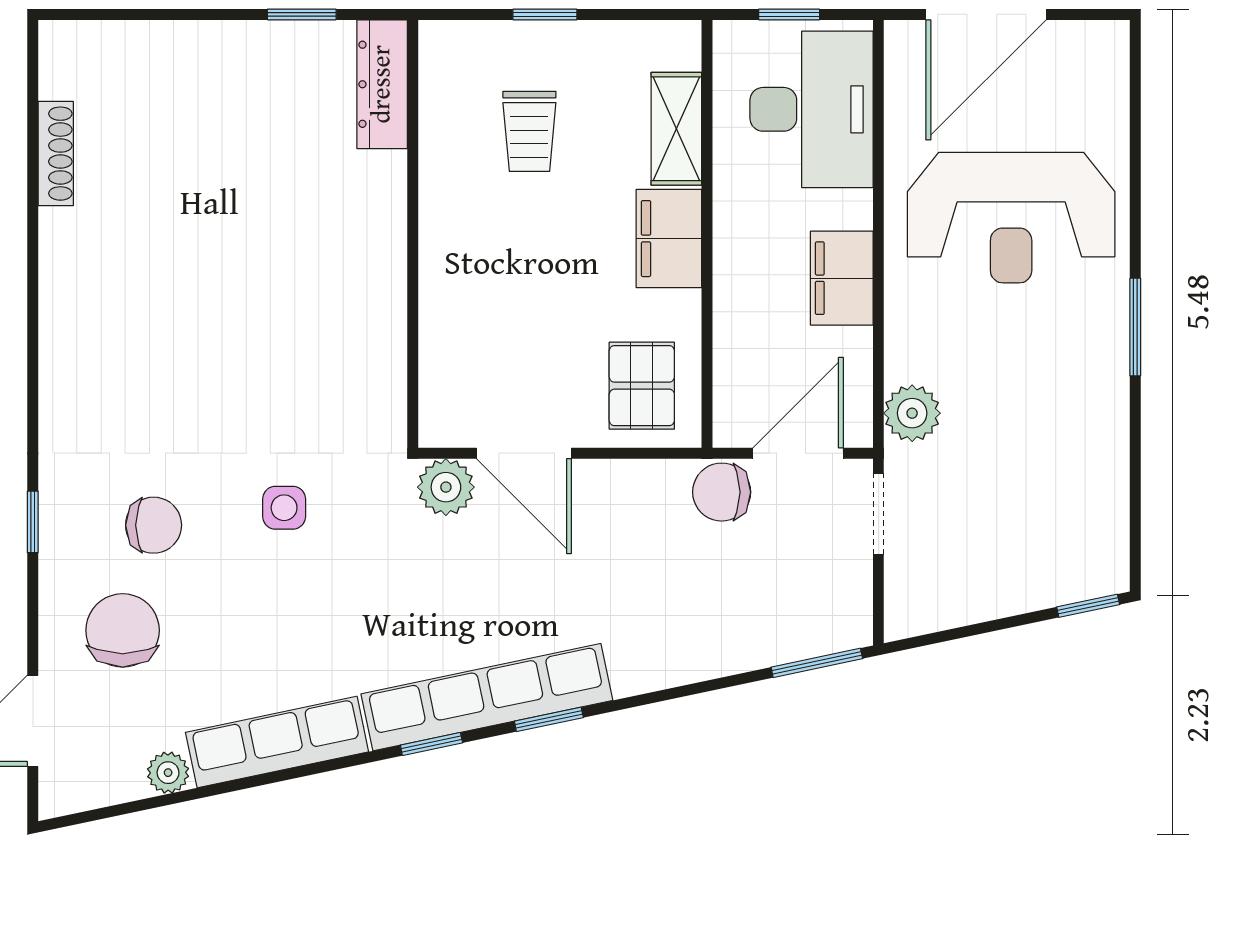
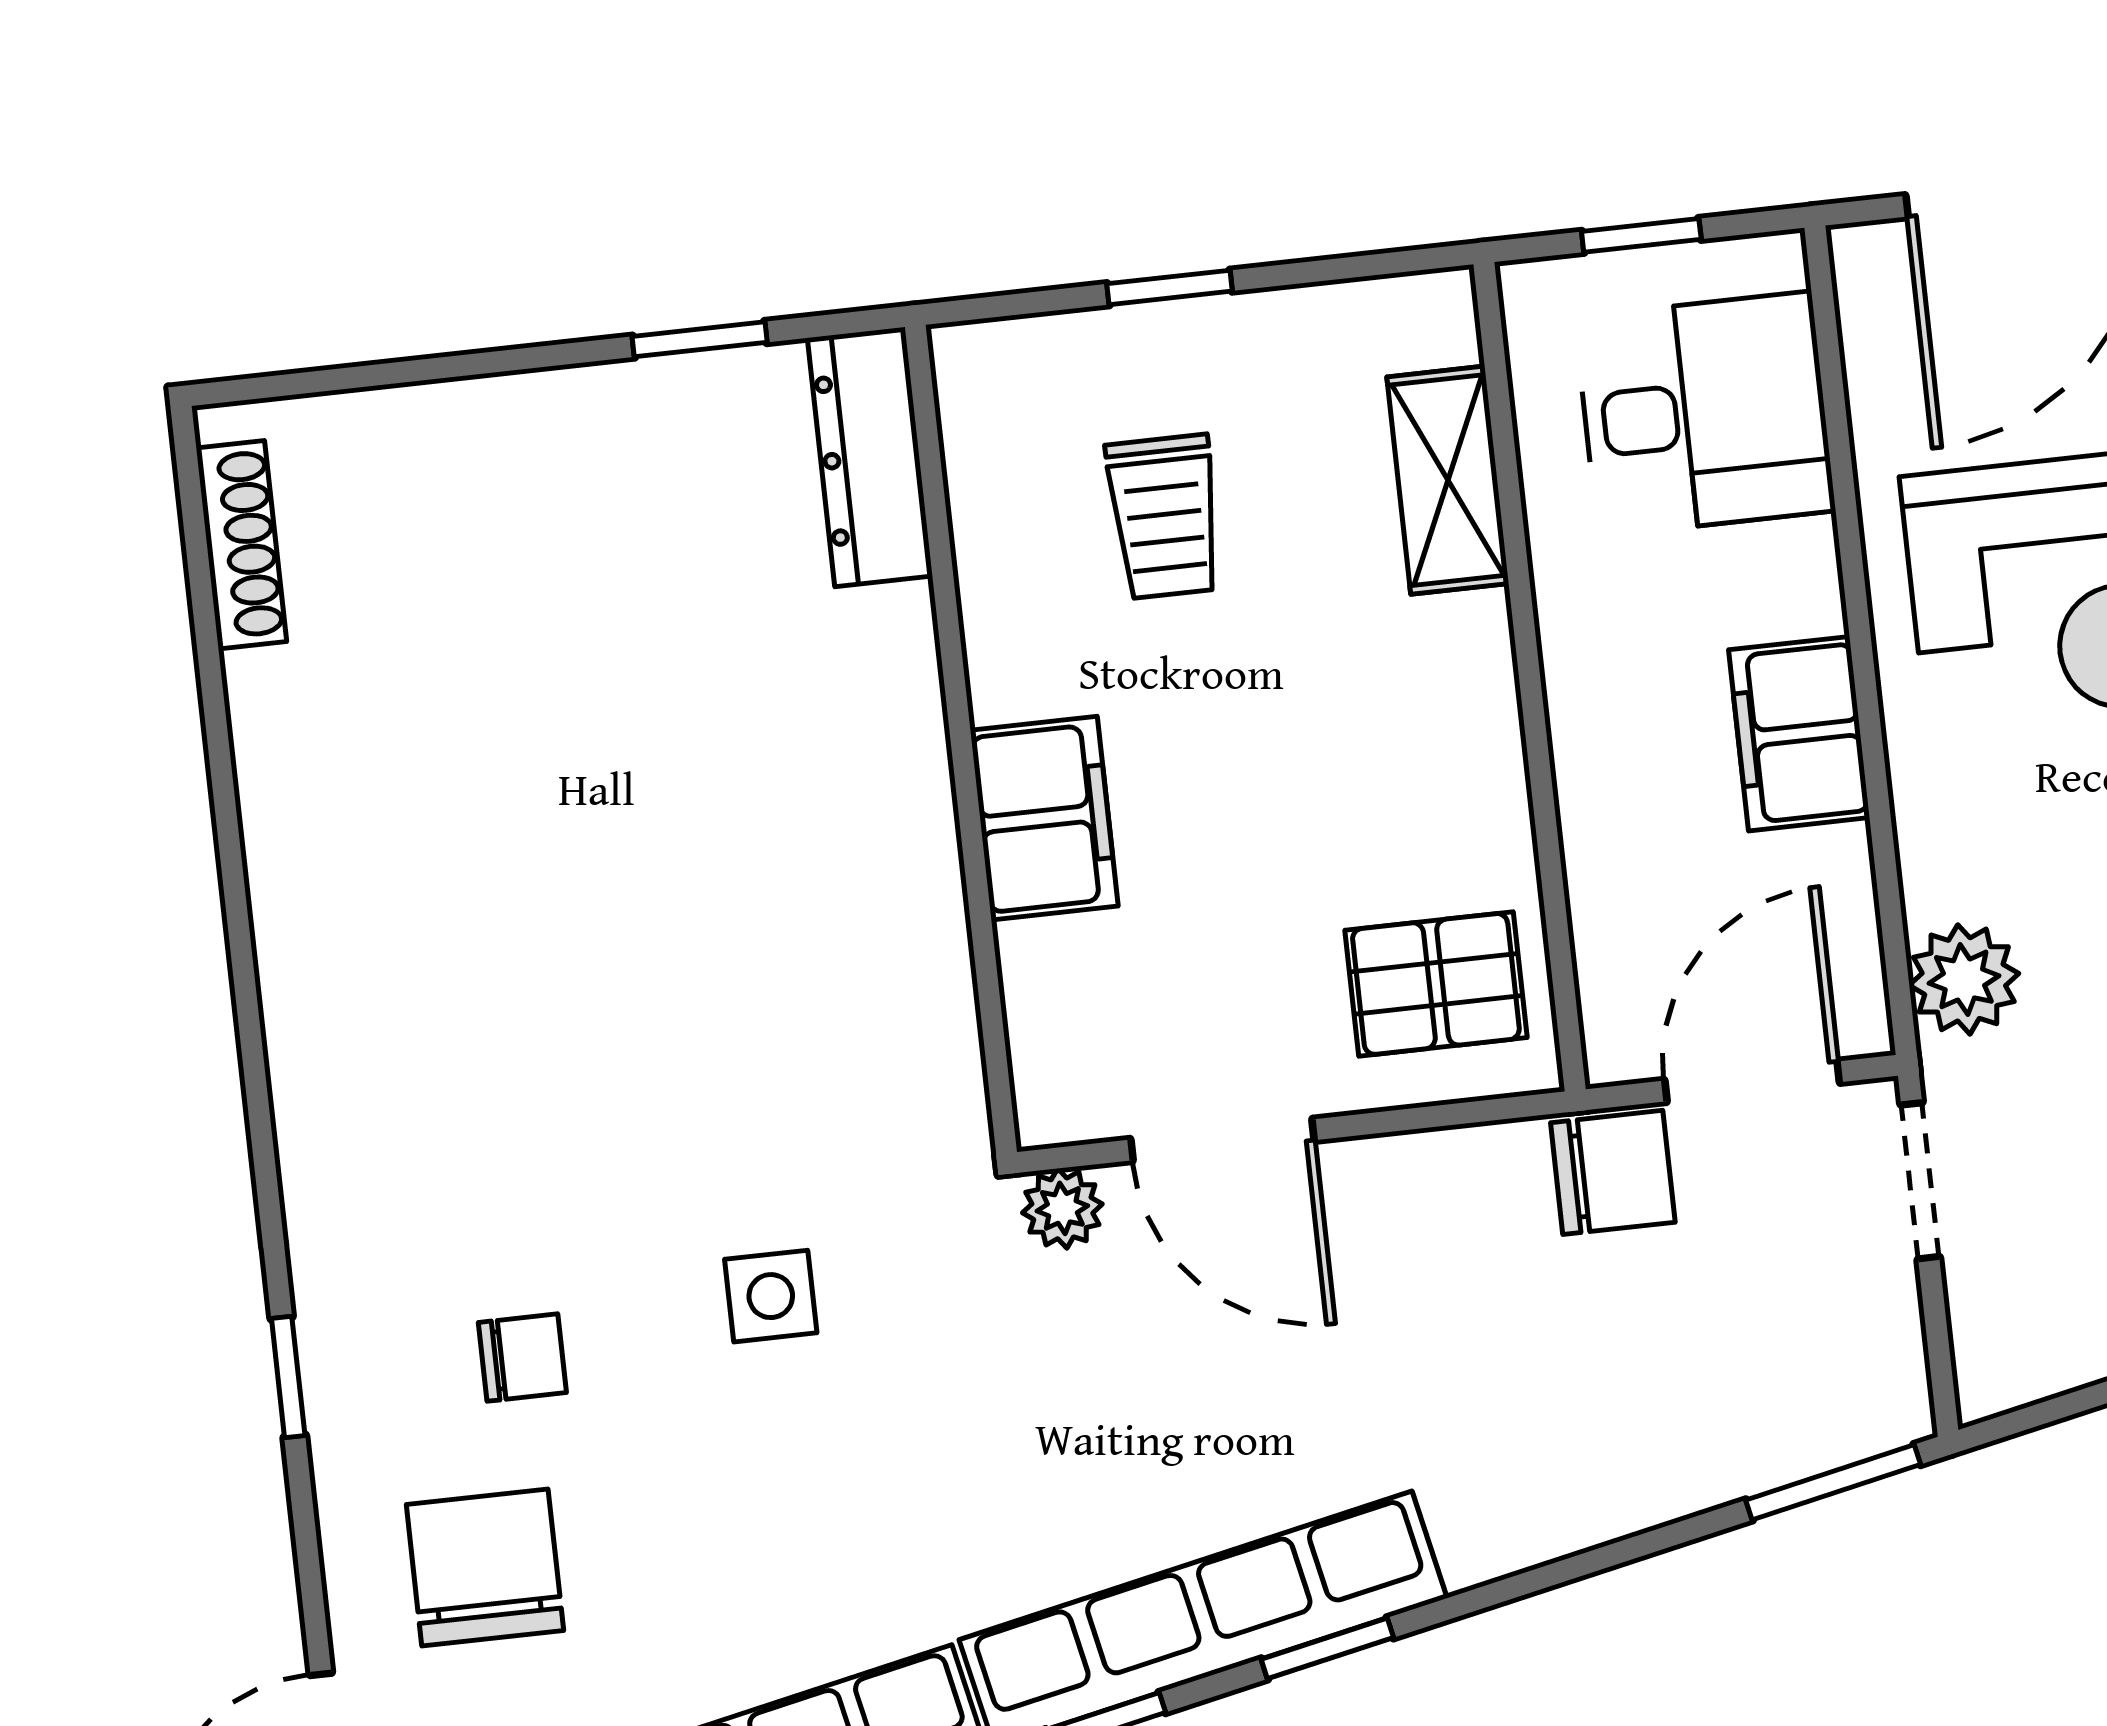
desk: (811, 109) -> (1705, 414), width x0.73
shoe rack: (56, 154) -> (241, 545), moved
filing cabinet: (669, 239) -> (1044, 818), moved, turned 180
pallet: (642, 386) -> (1436, 984), turned 90
plant: (446, 487) -> (1062, 1208), width x0.73, depth x0.73
chair: (722, 492) -> (1613, 1172), turned 180
chair: (154, 525) -> (522, 1358), width x0.73, depth x0.73

